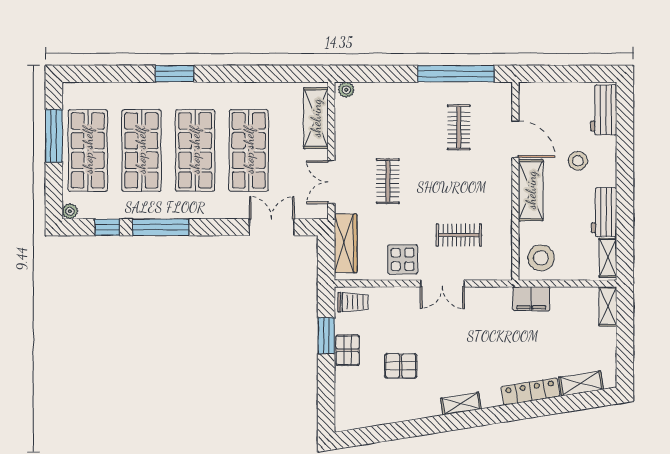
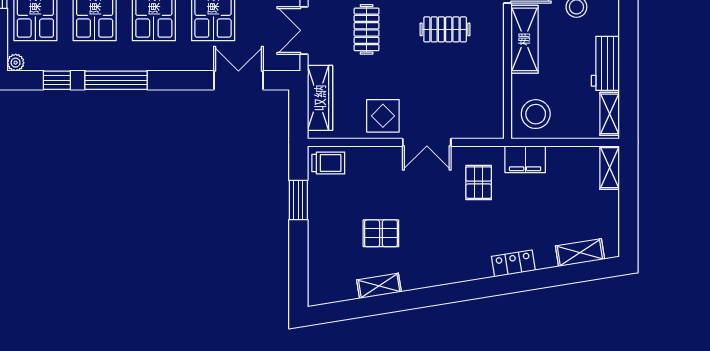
clothes rail: (459, 235) -> (445, 29), moved
pallet: (348, 350) -> (479, 183), moved
locker: (530, 392) -> (513, 263), width x0.66
shelving: (461, 404) -> (379, 286), moved

